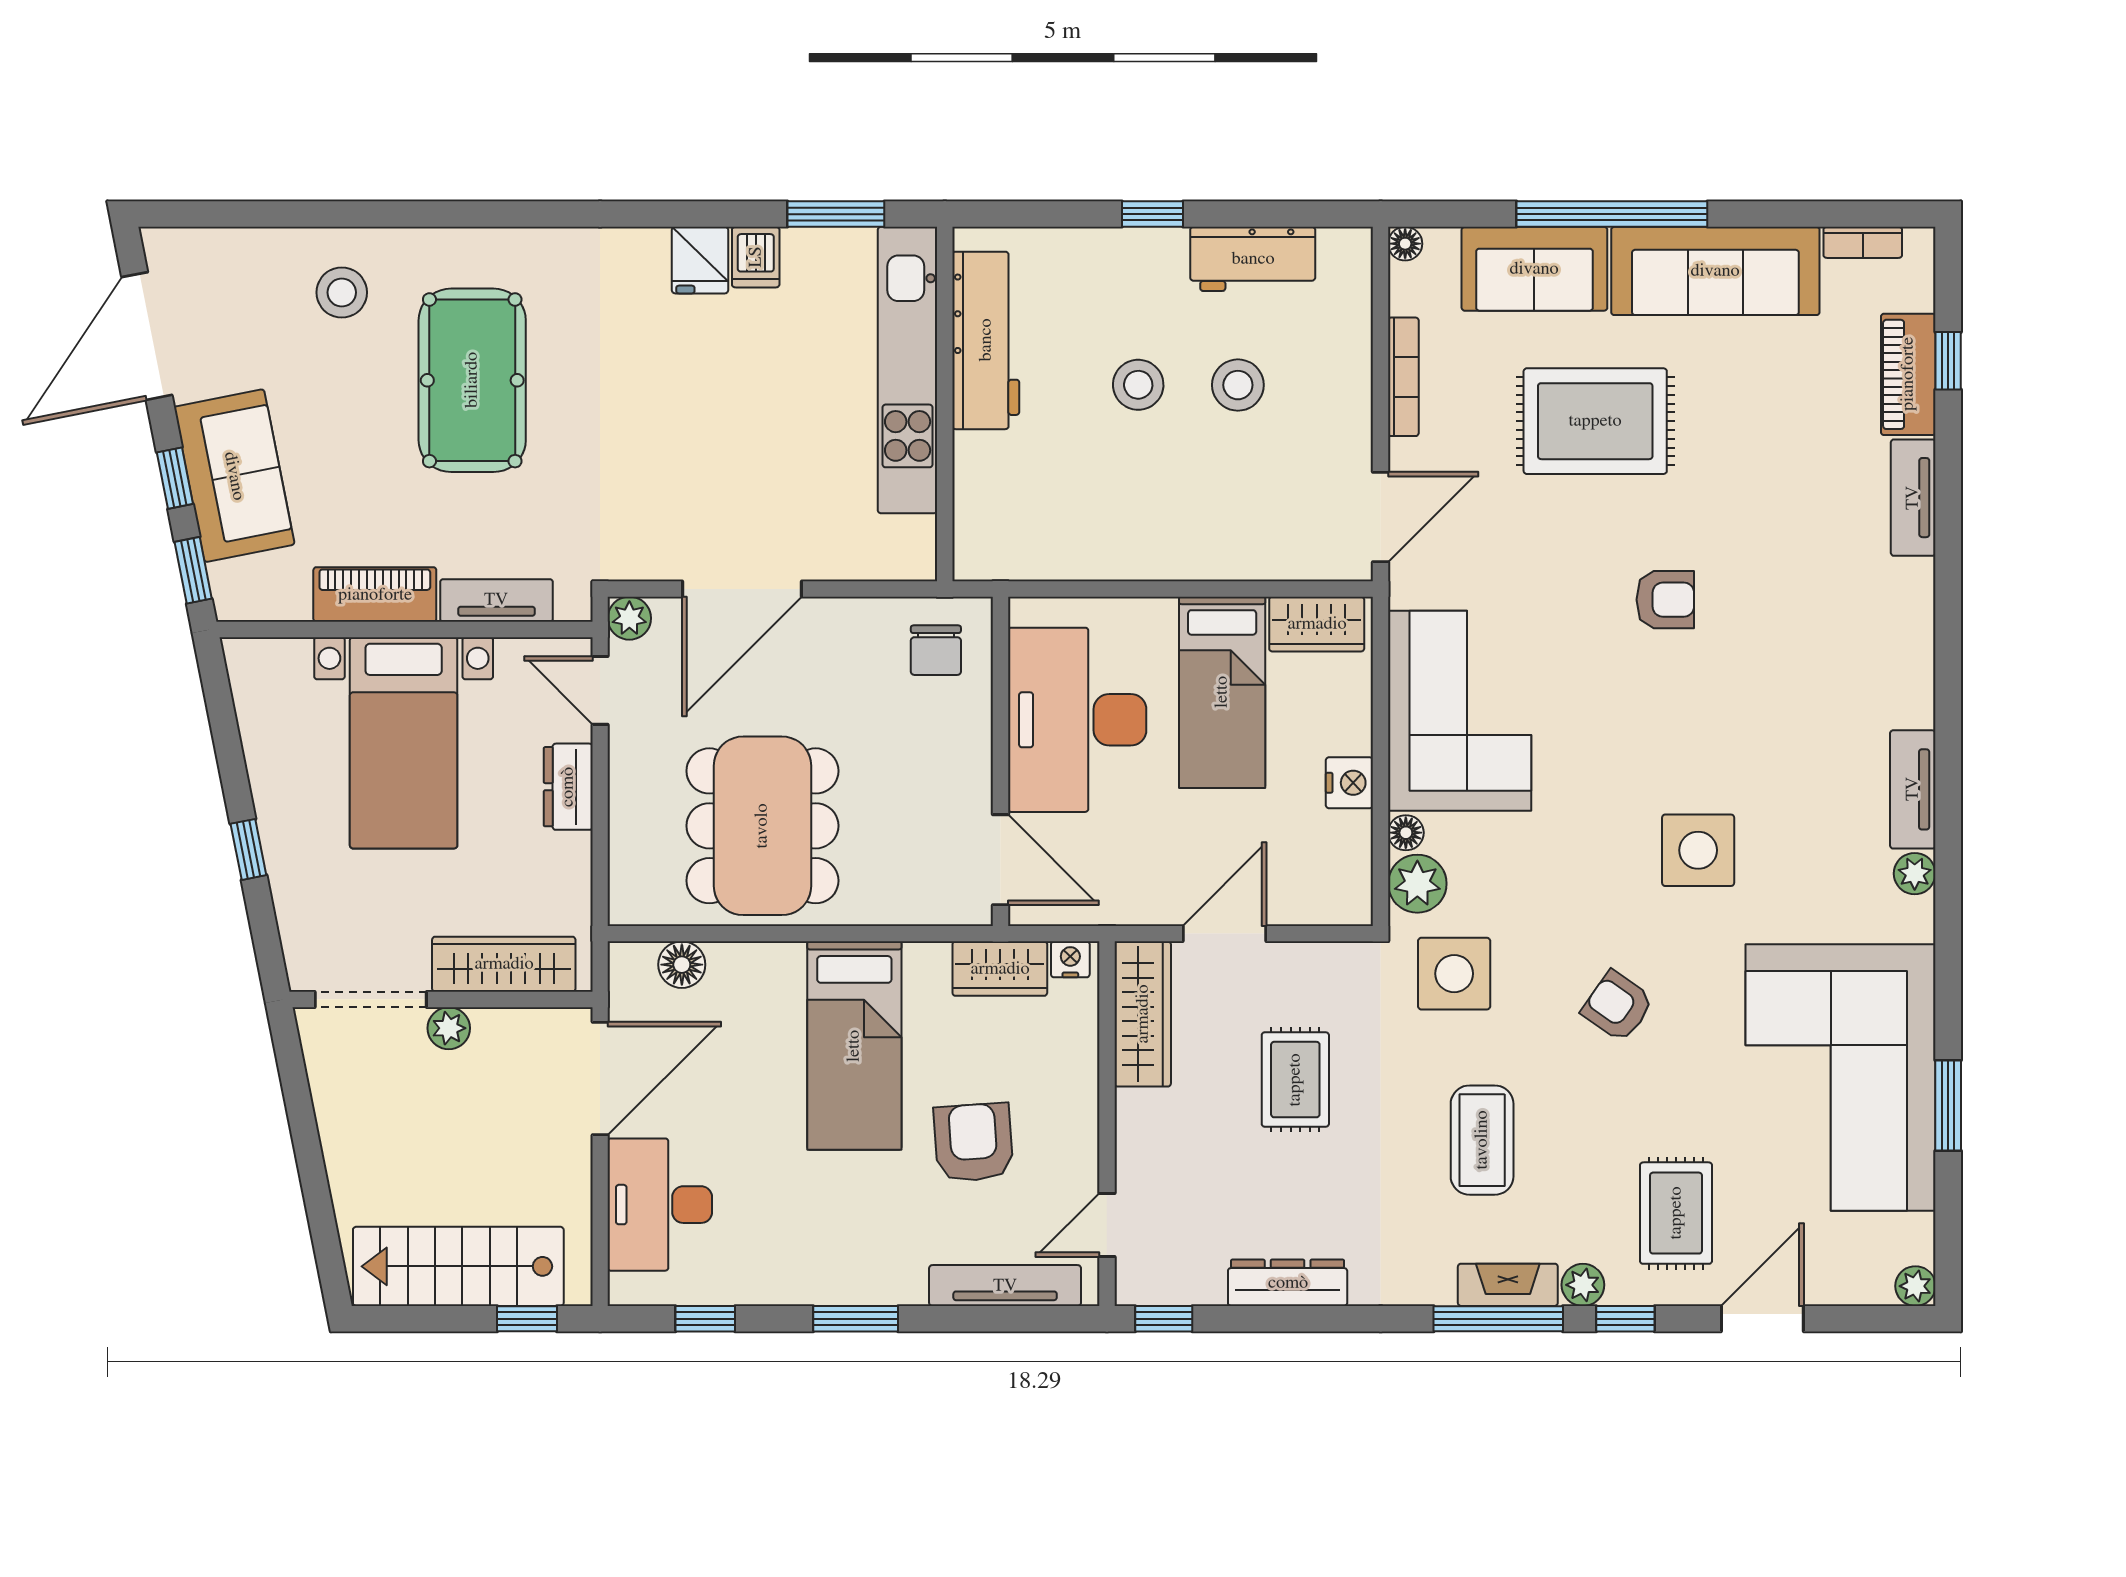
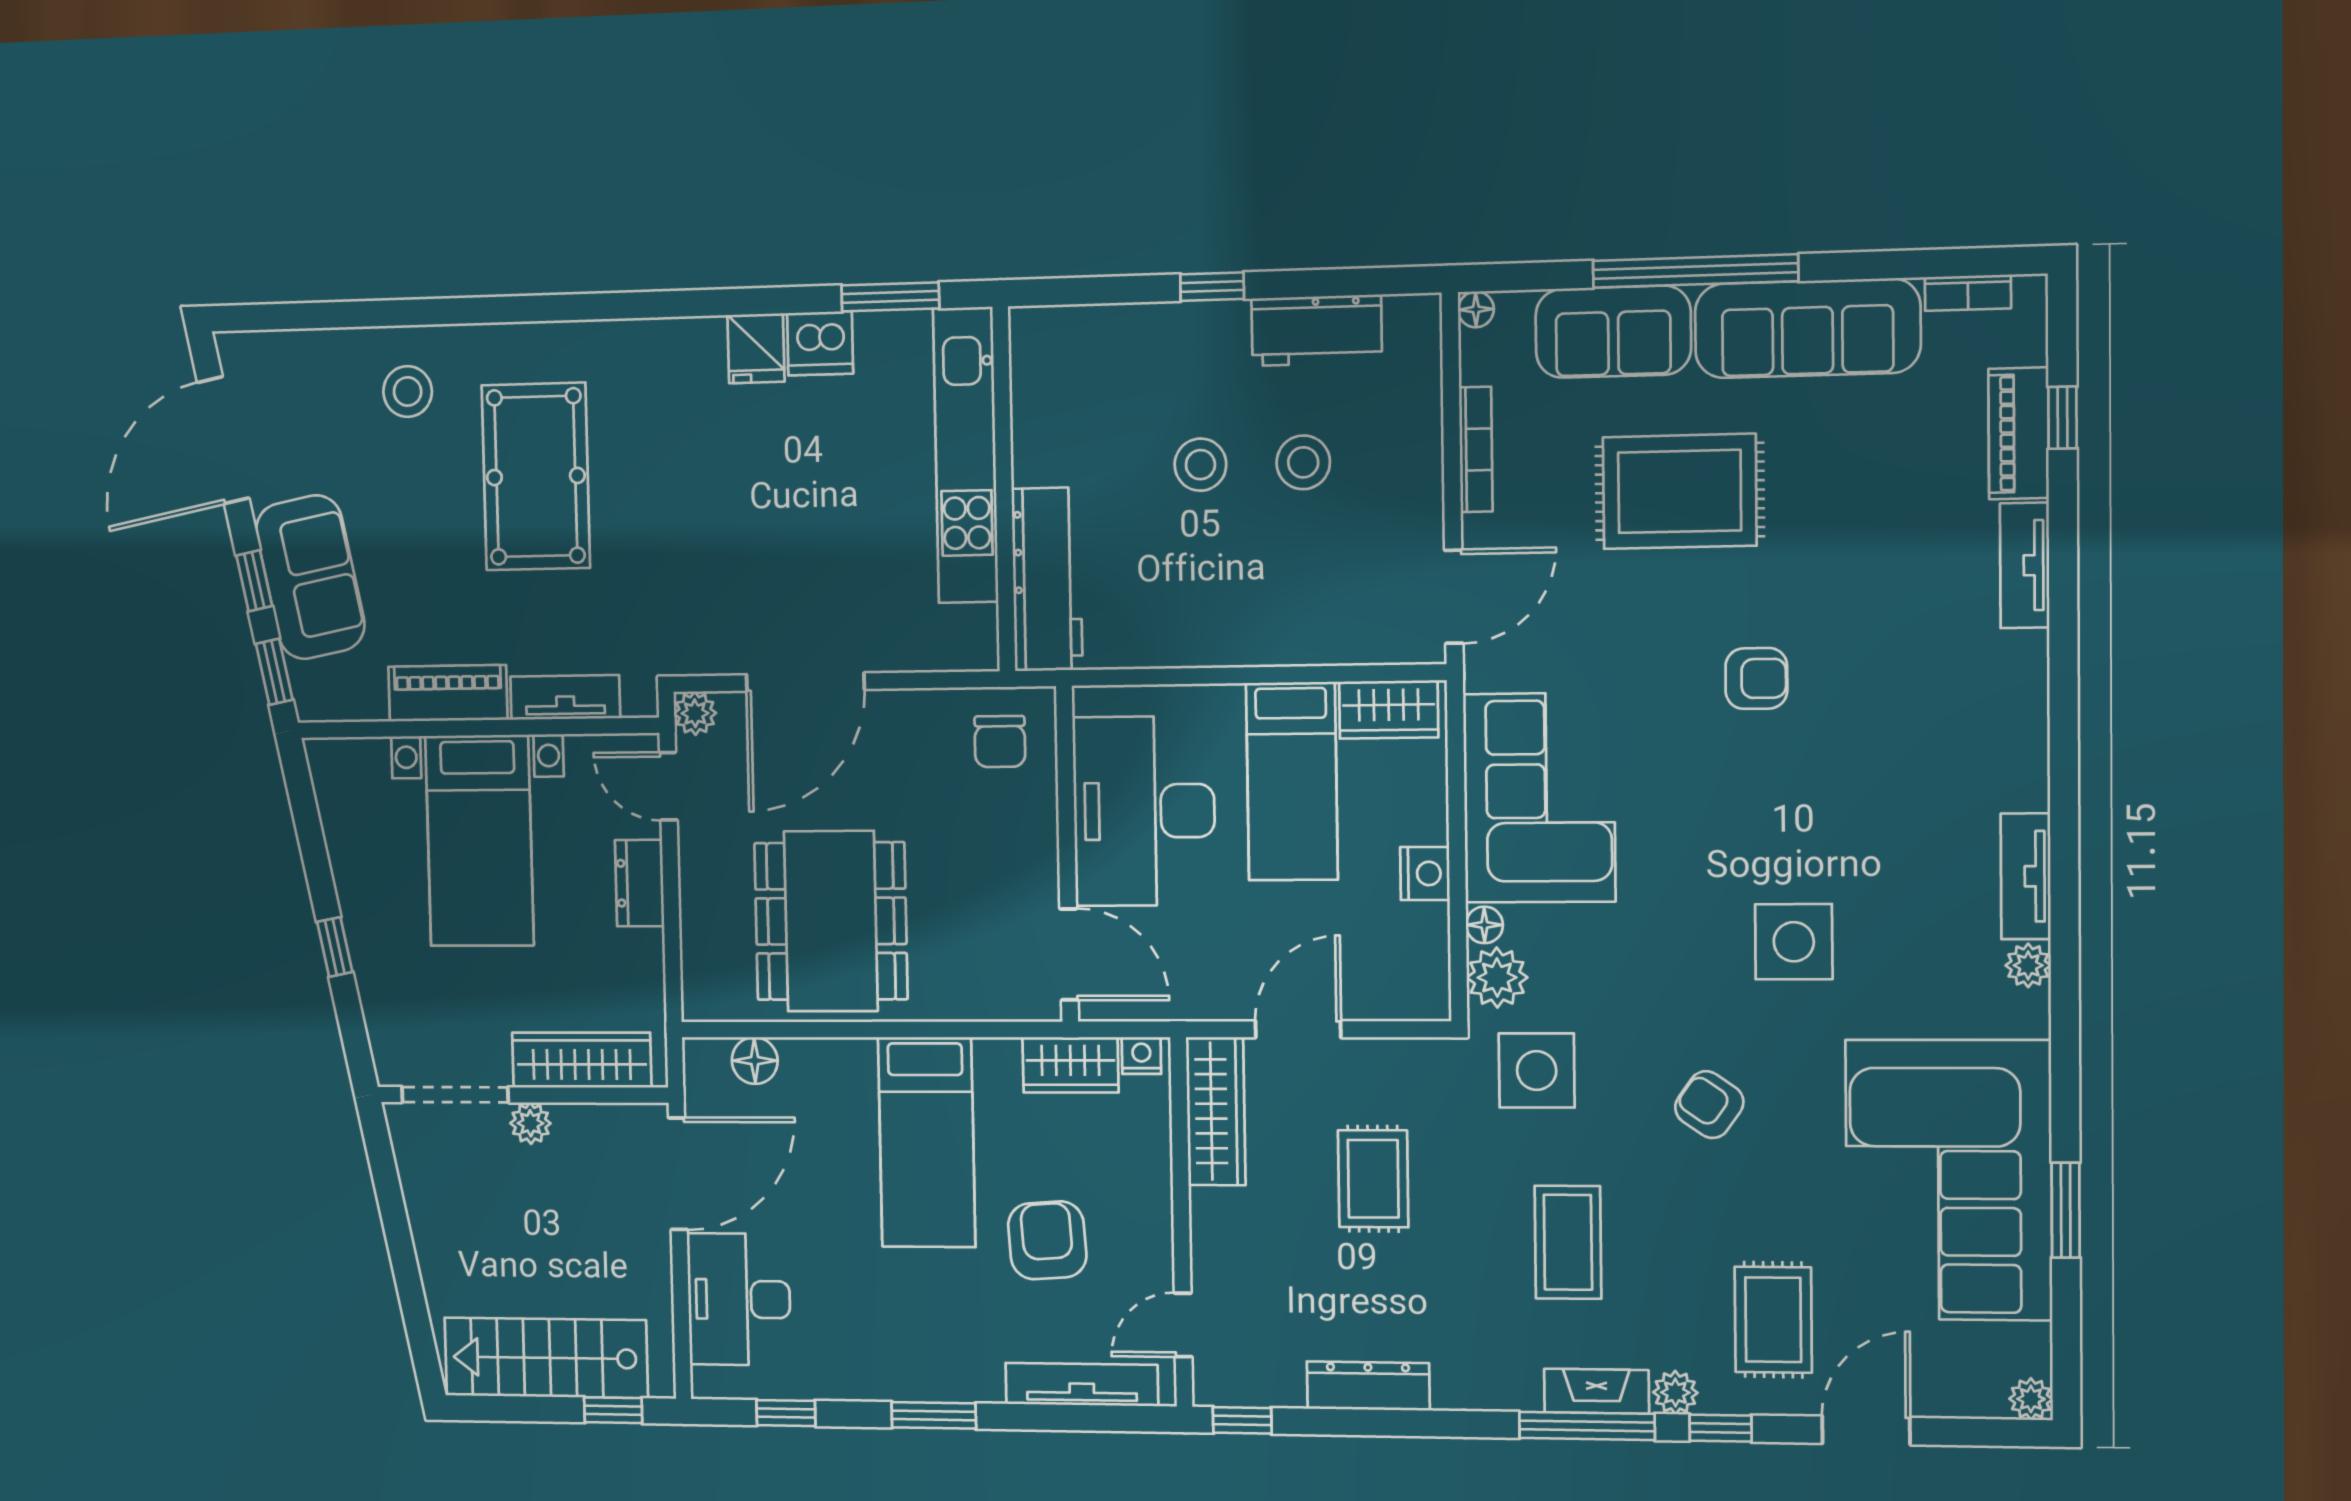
dishwasher: (756, 257) -> (820, 343), width x1.38
workbench: (986, 340) -> (1047, 579), moved

